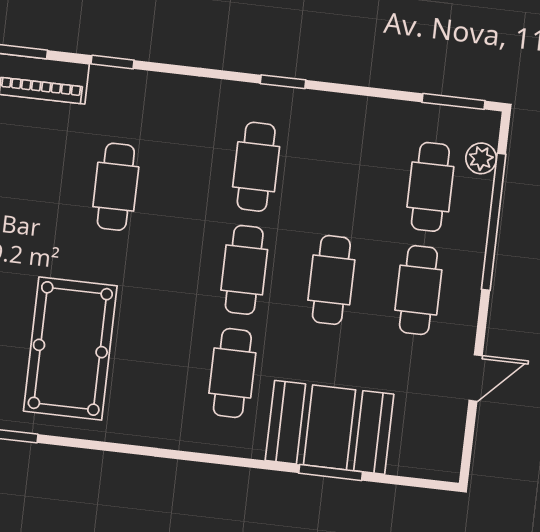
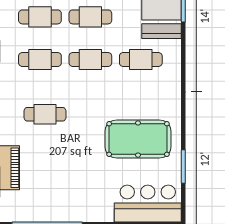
cafe table: (343, 177) -> (40, 17), added
cafe table: (116, 187) -> (45, 114), moved

